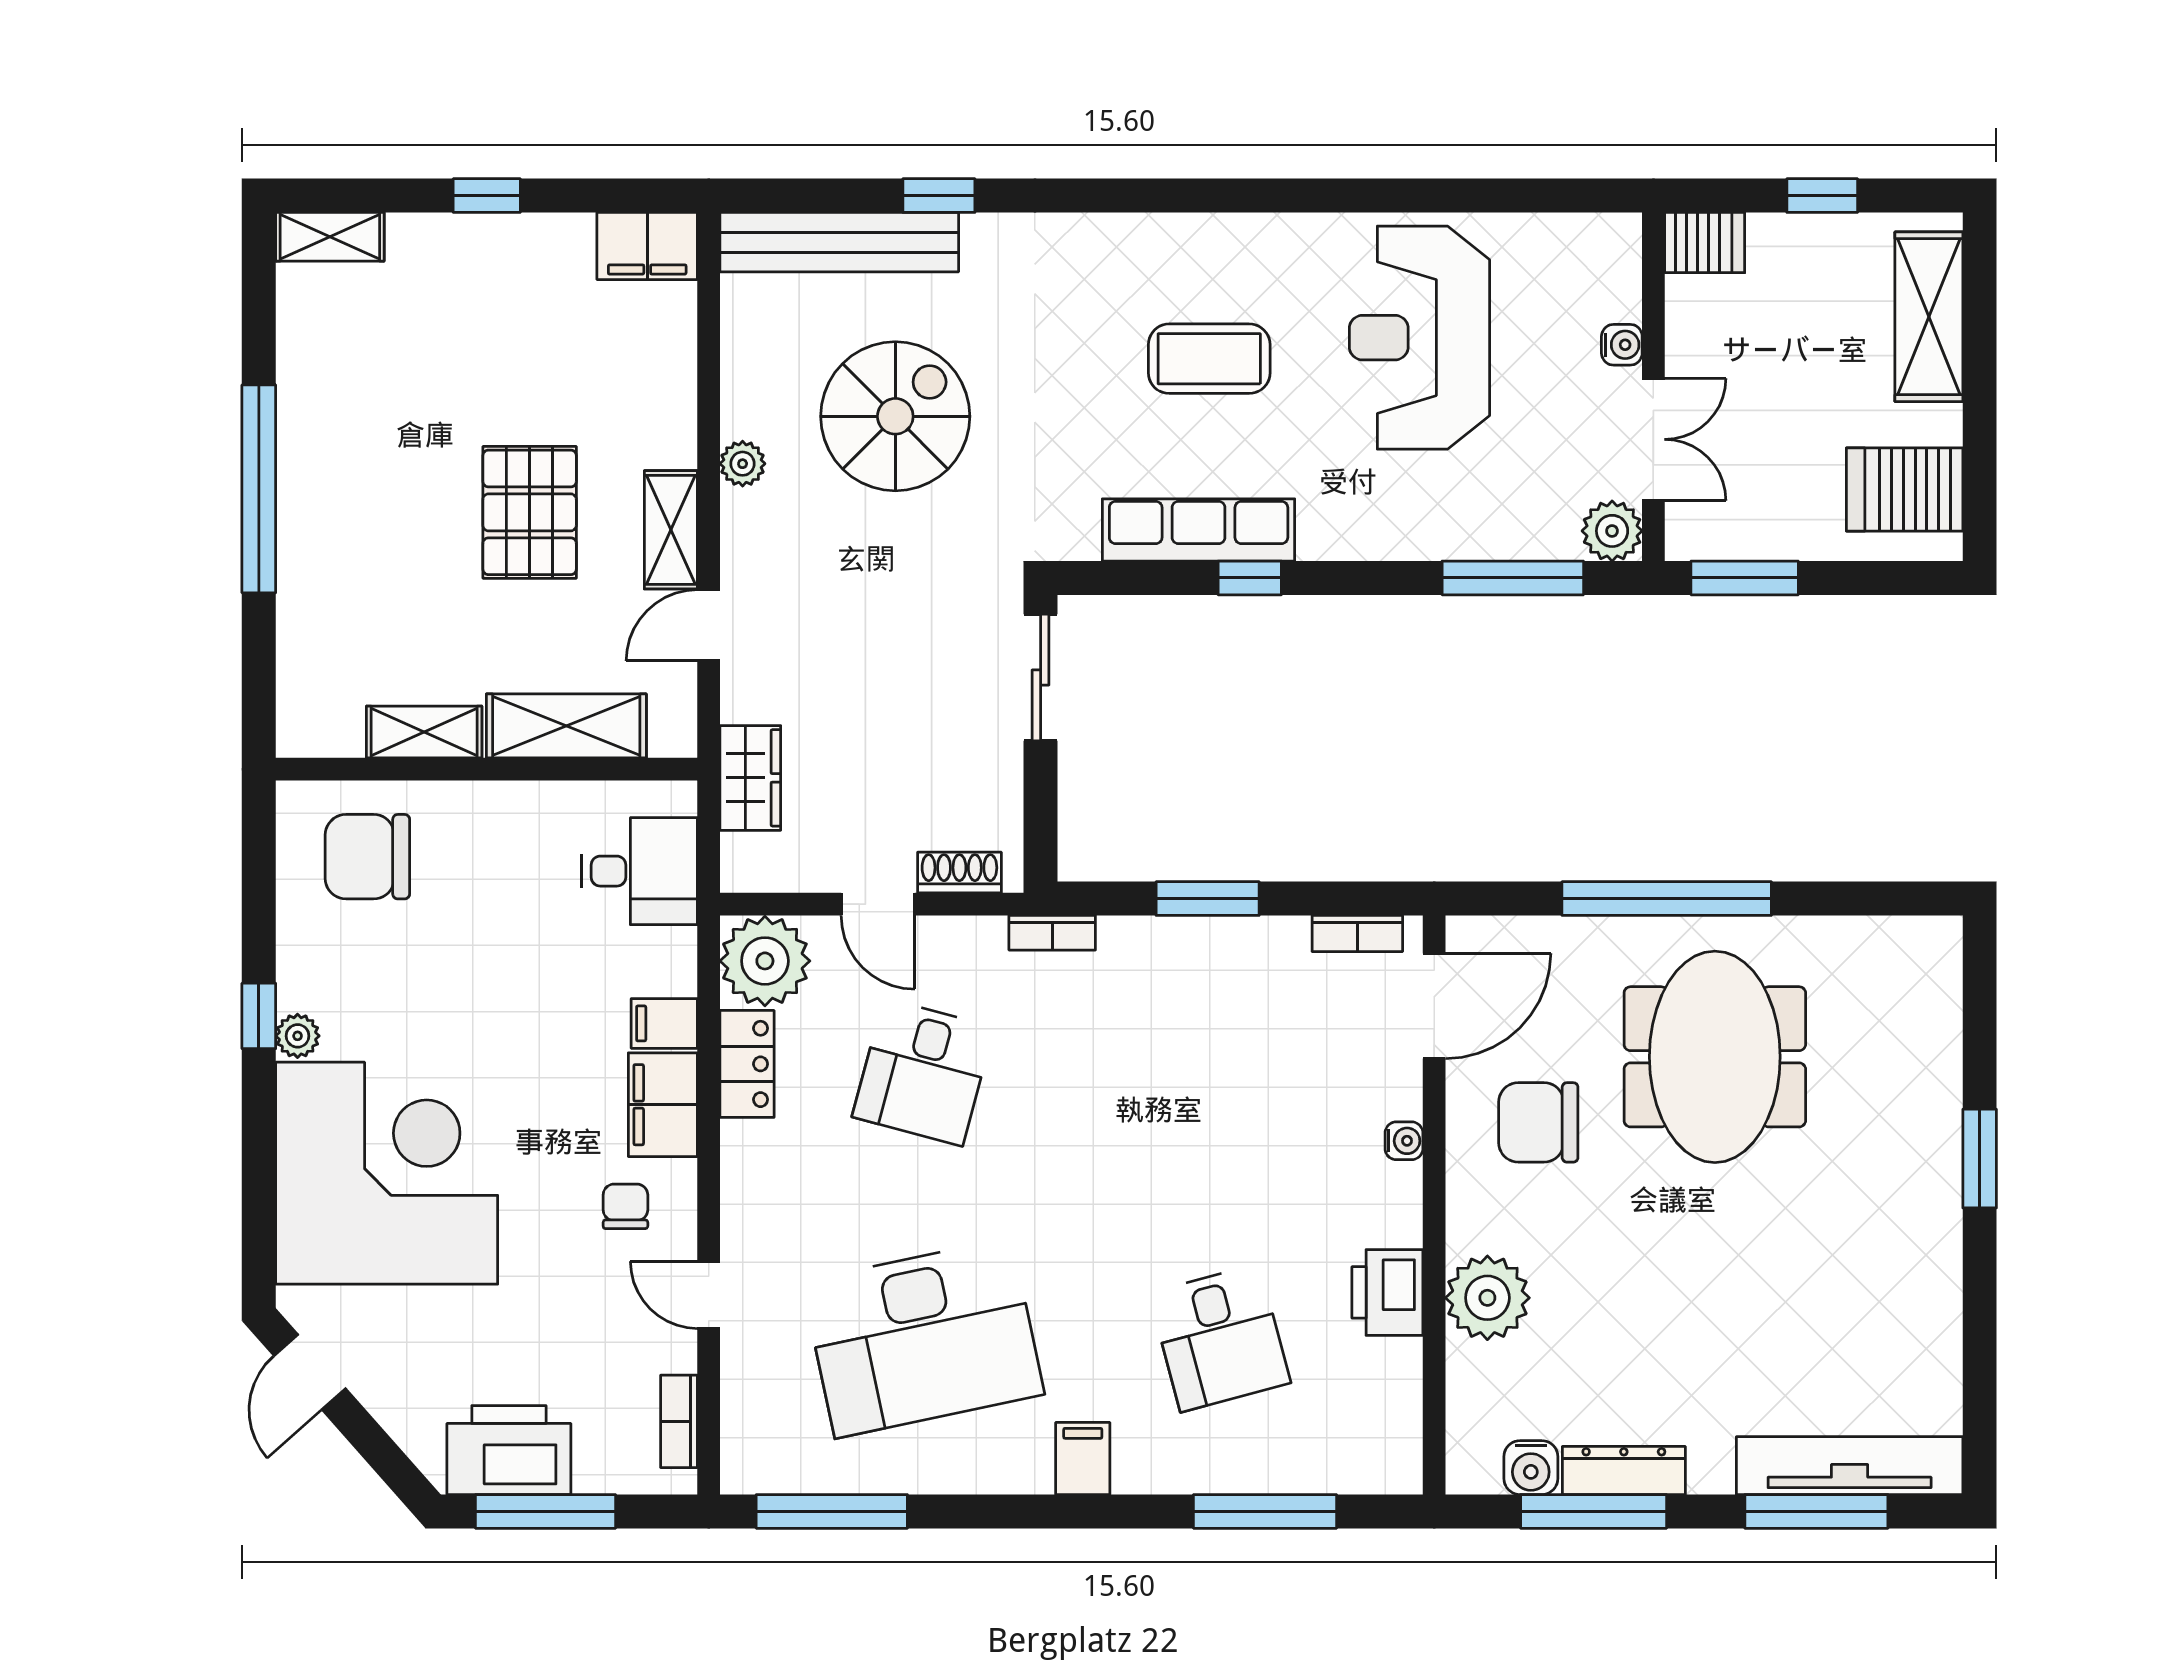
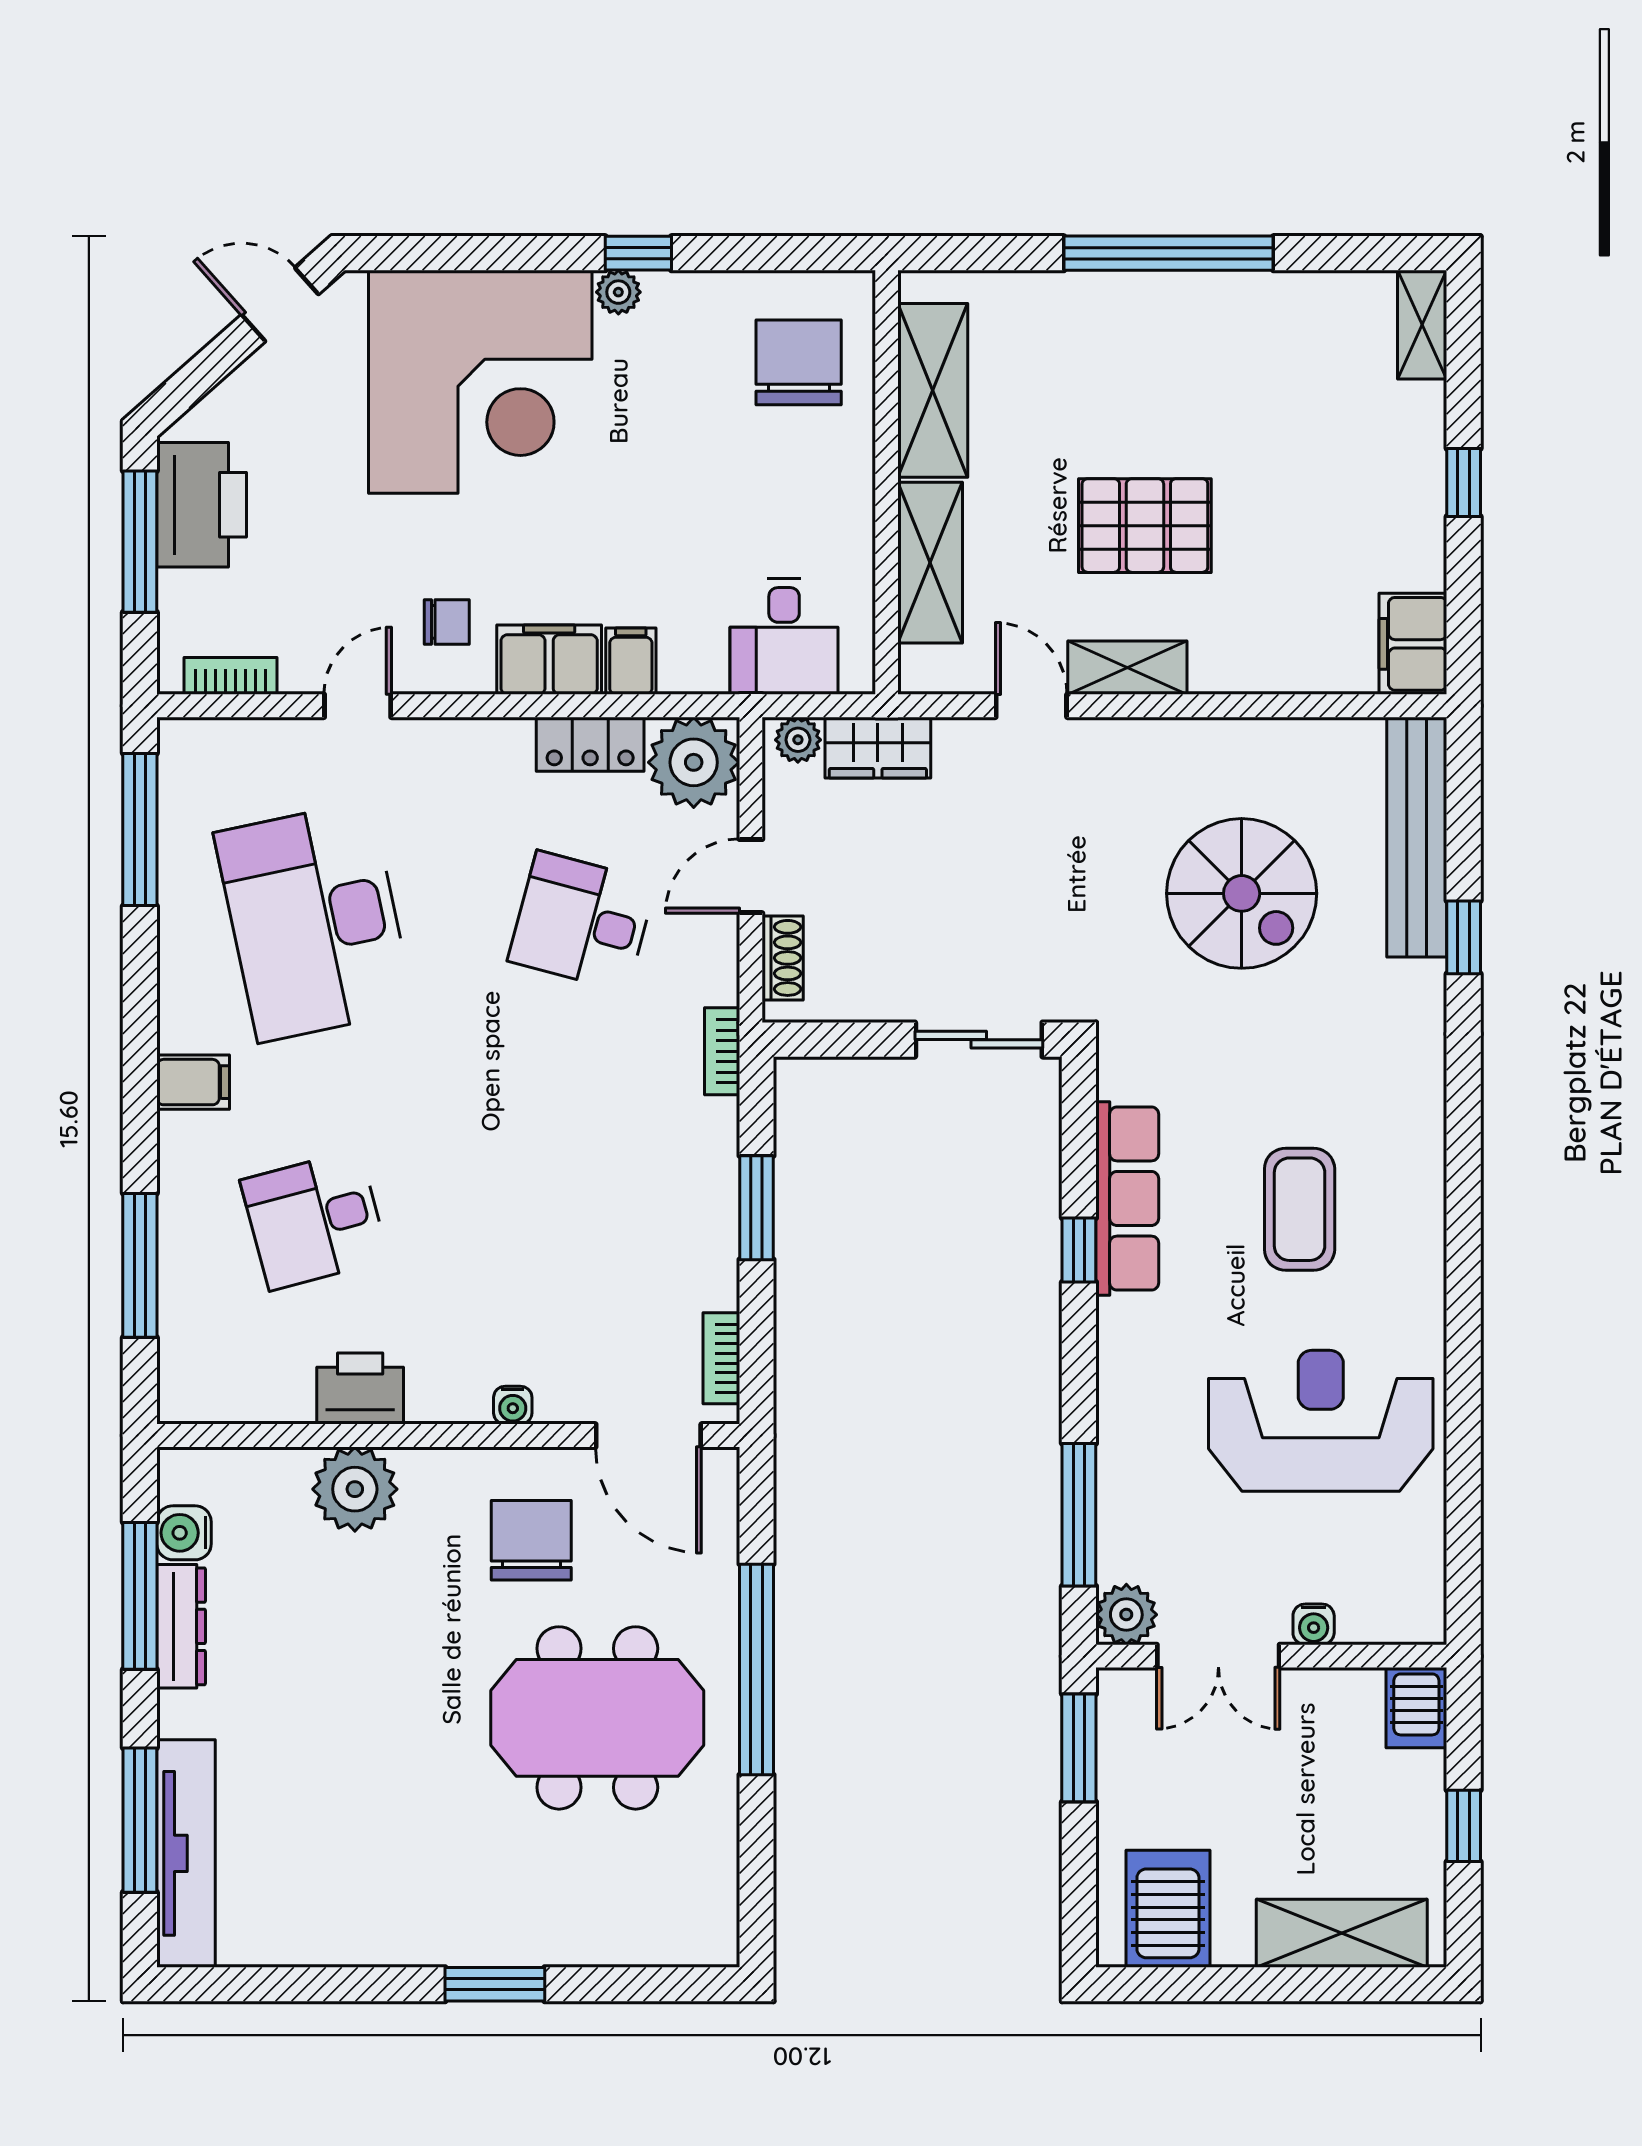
plant: (743, 464) -> (798, 740), moved
shelving: (424, 732) -> (933, 390), width x1.50, depth x1.33

